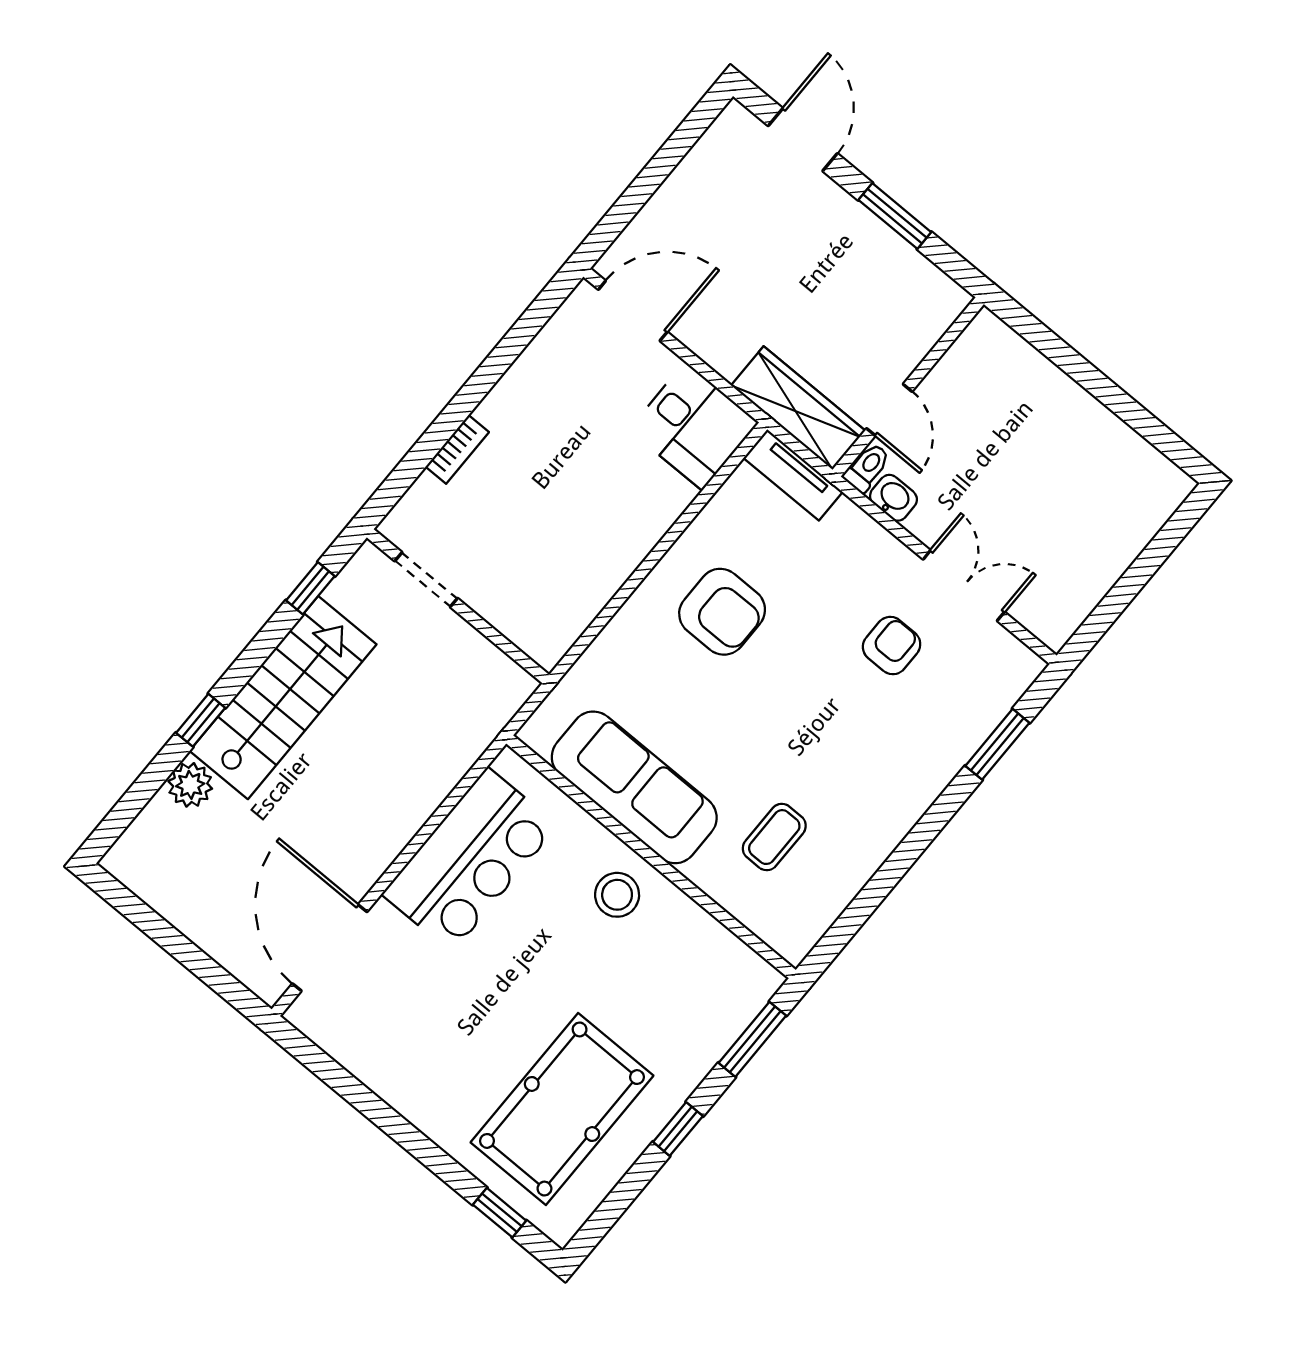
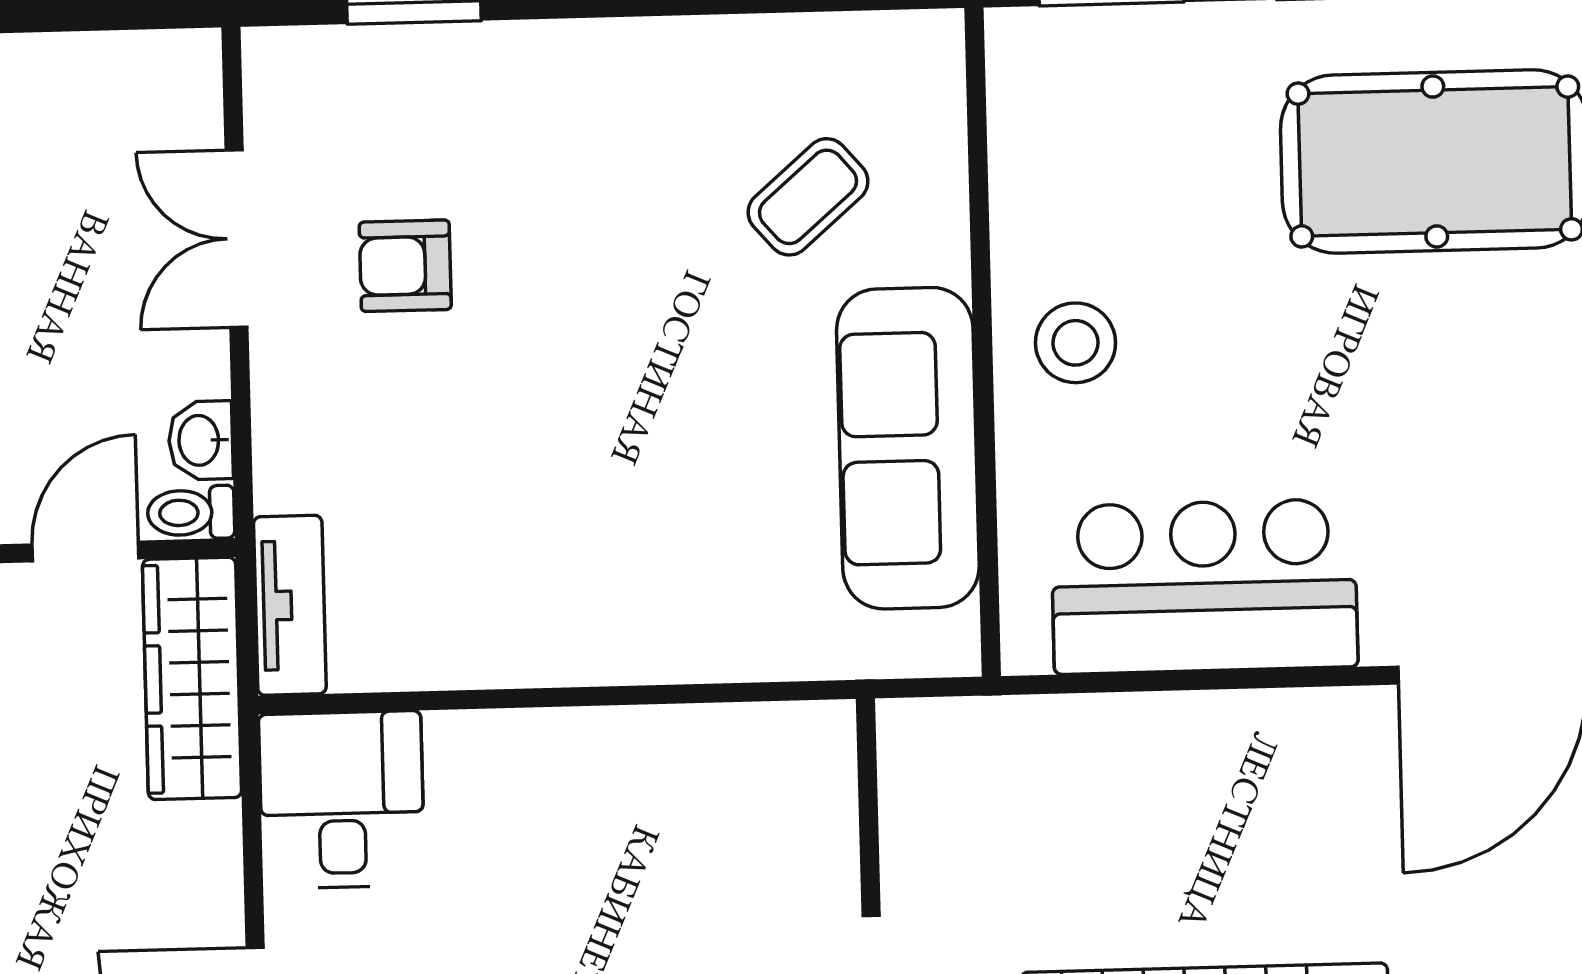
armchair: (722, 612) -> (562, 538), removed
coffee table: (774, 837) -> (808, 197), turned -41

